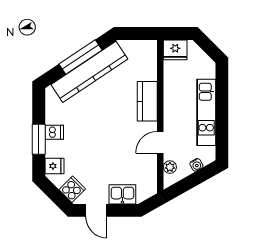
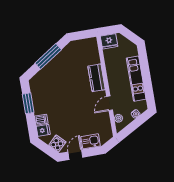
kitchen counter: (89, 72) -> (56, 65), removed
dishwasher: (54, 132) -> (41, 120), moved
window: (39, 139) -> (28, 103), moved
door: (96, 210) -> (75, 155), swing flipped

